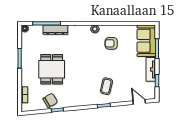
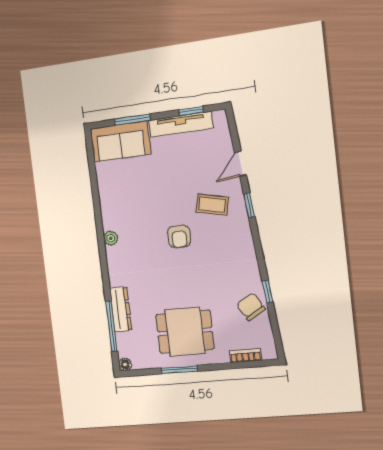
armchair: (111, 43) -> (179, 236), moved
dining table: (52, 69) -> (185, 332), moved
tv unit: (151, 69) -> (181, 124), width x1.41
door: (139, 102) -> (240, 164), moved

